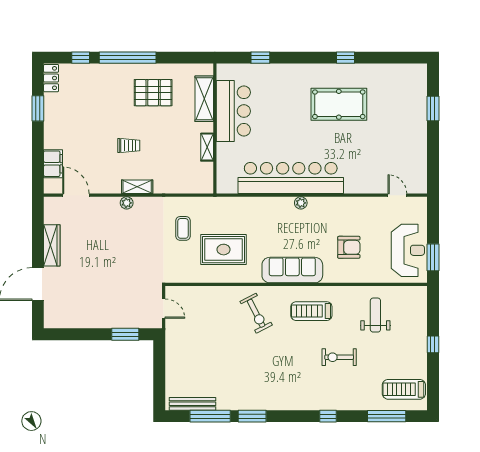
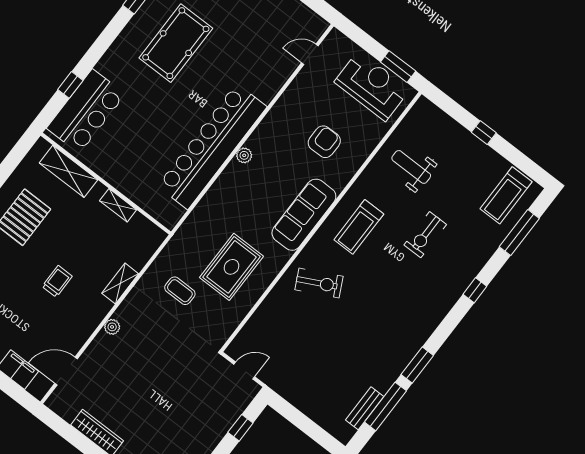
bar counter: (233, 111) -> (86, 111), moved, turned 90
shelving: (137, 187) -> (120, 284), moved
window: (125, 334) -> (240, 428), width x0.67
bench: (193, 404) -> (365, 408), width x0.73

